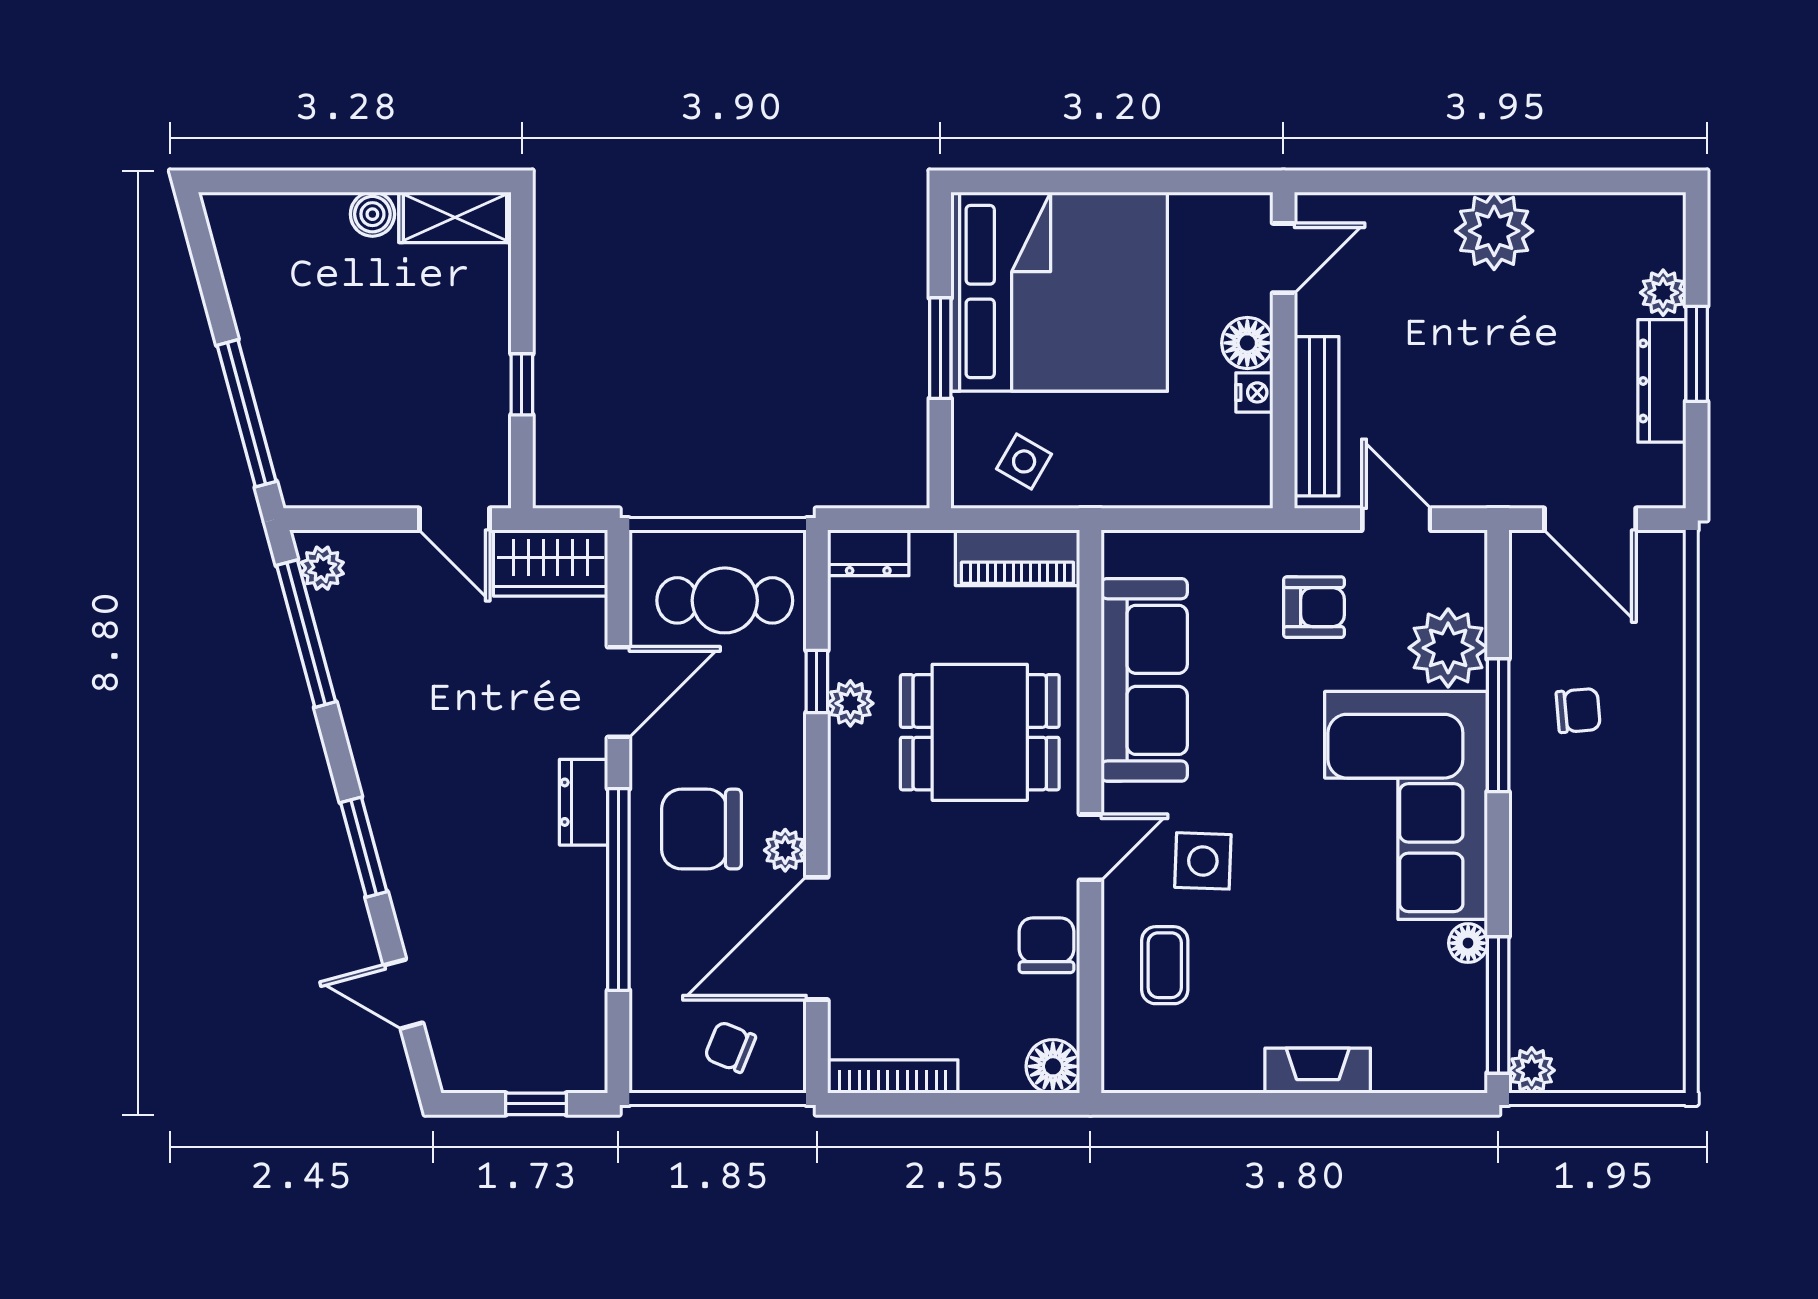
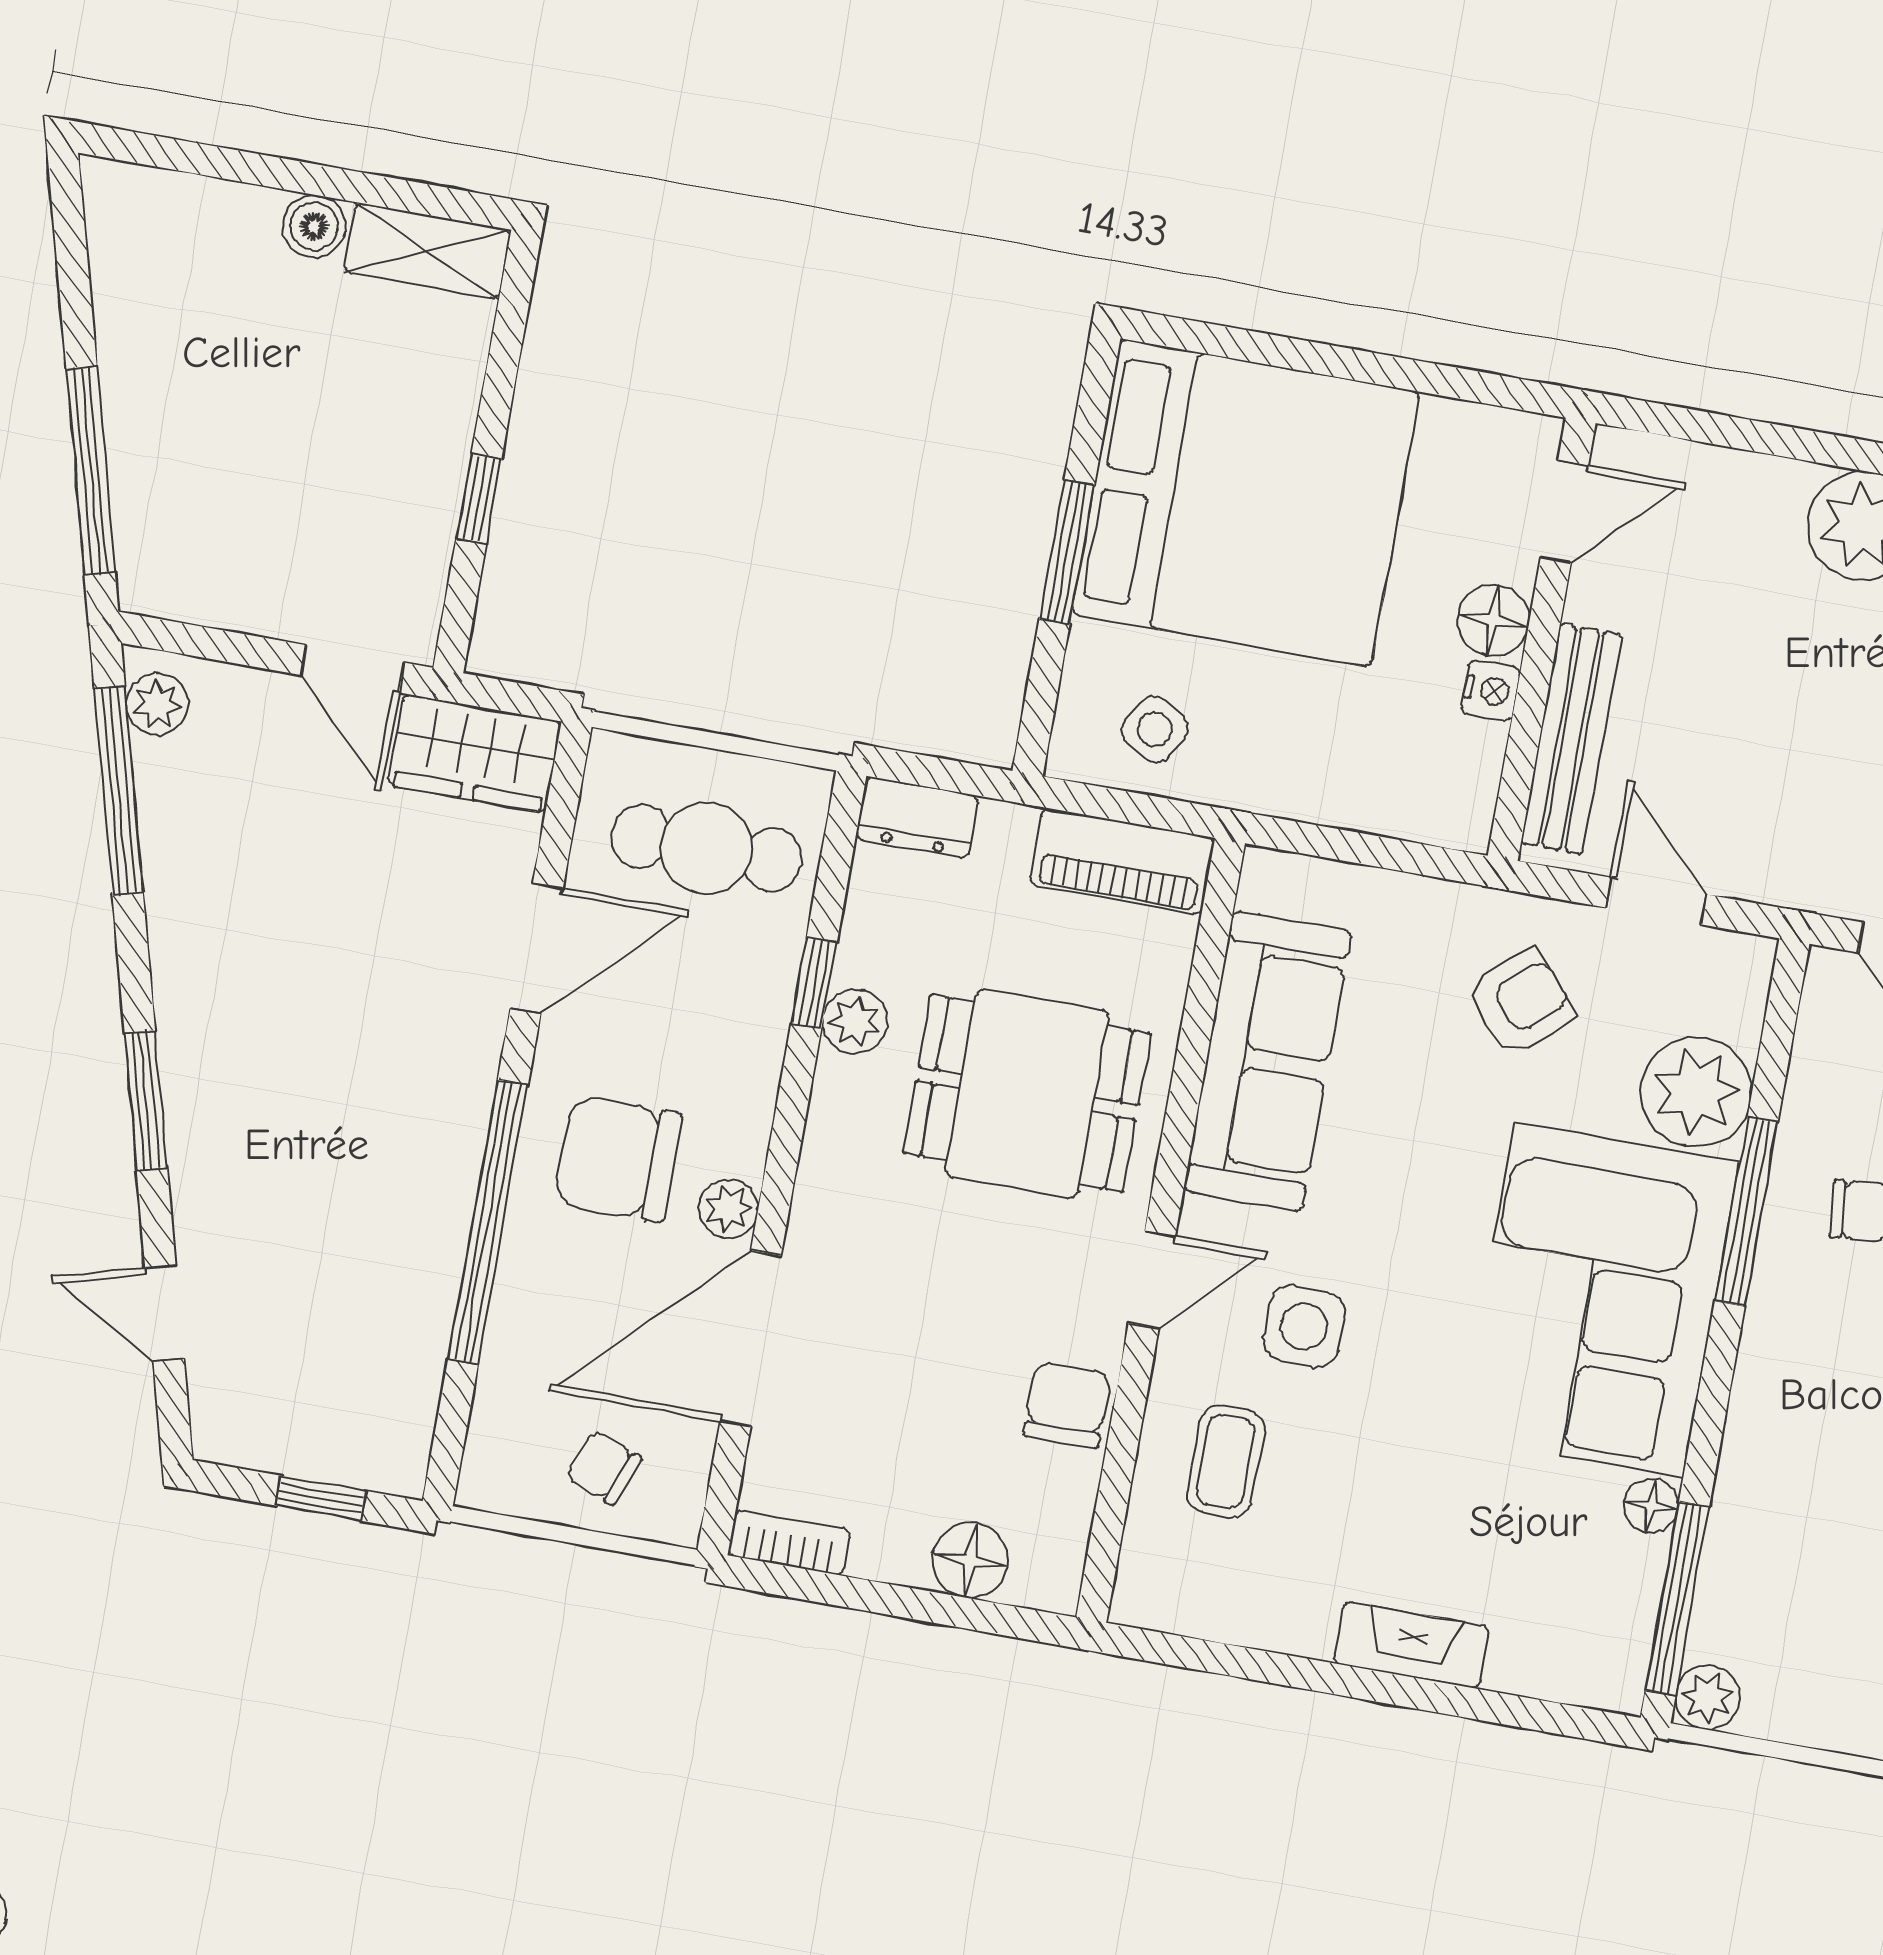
armchair: (1314, 607) -> (1520, 1002), turned -41
dresser: (584, 802) -> (461, 1092), removed
floor lamp: (1053, 1066) -> (970, 1560), moved
bookcase: (893, 1076) -> (789, 1543), width x0.64

